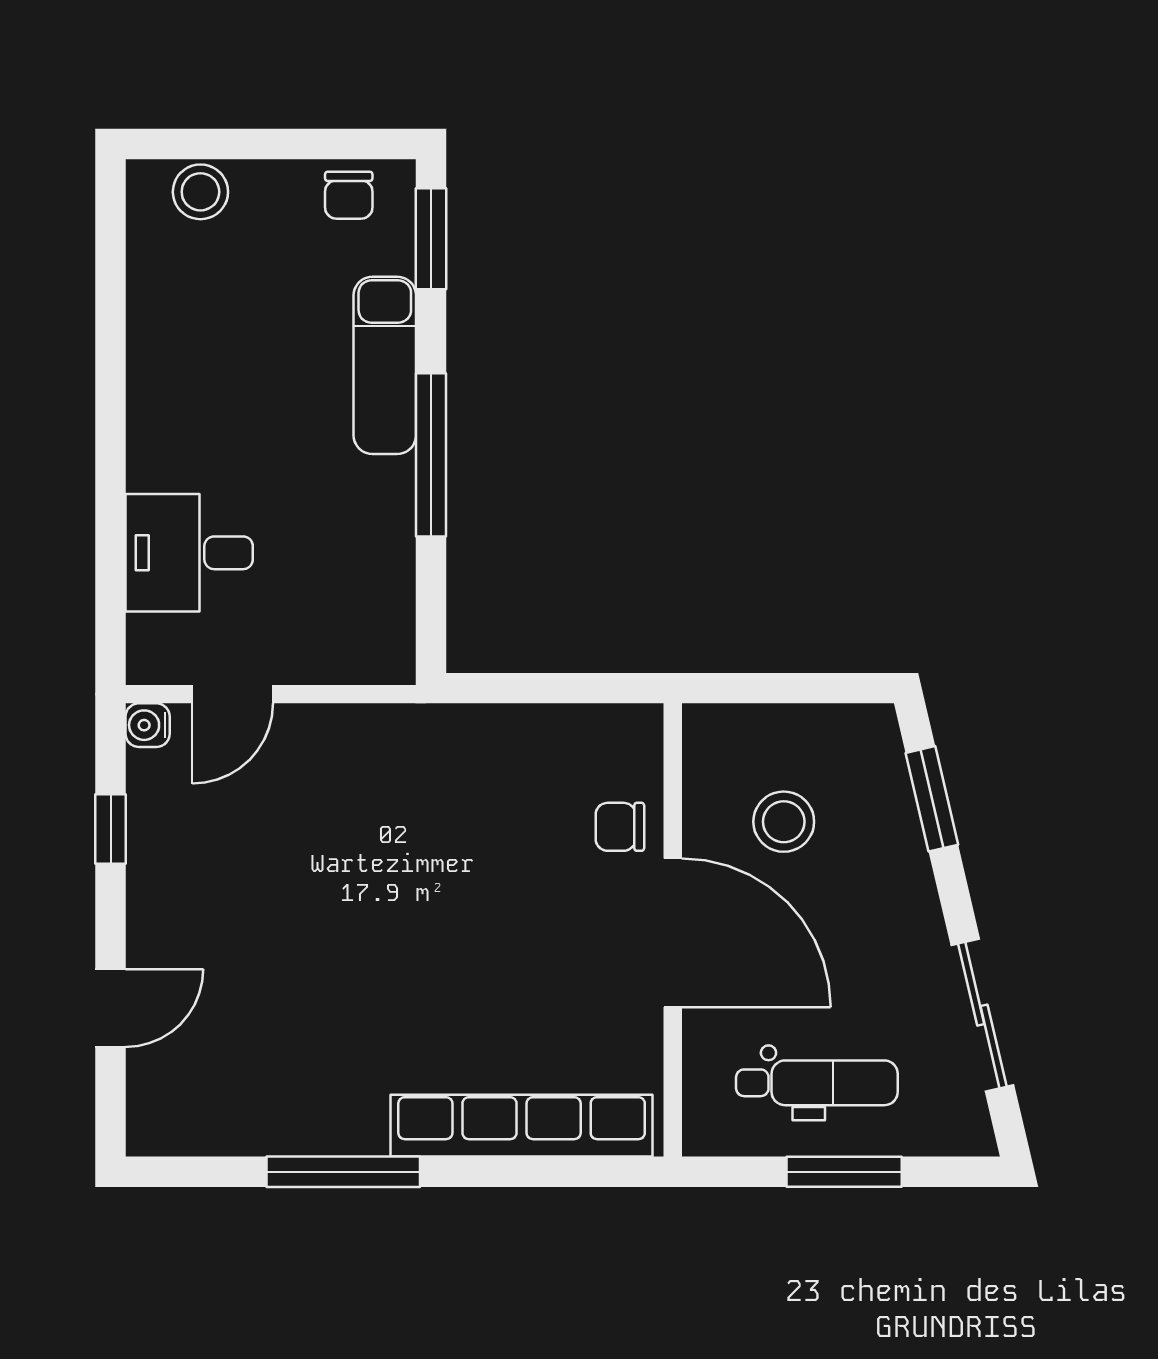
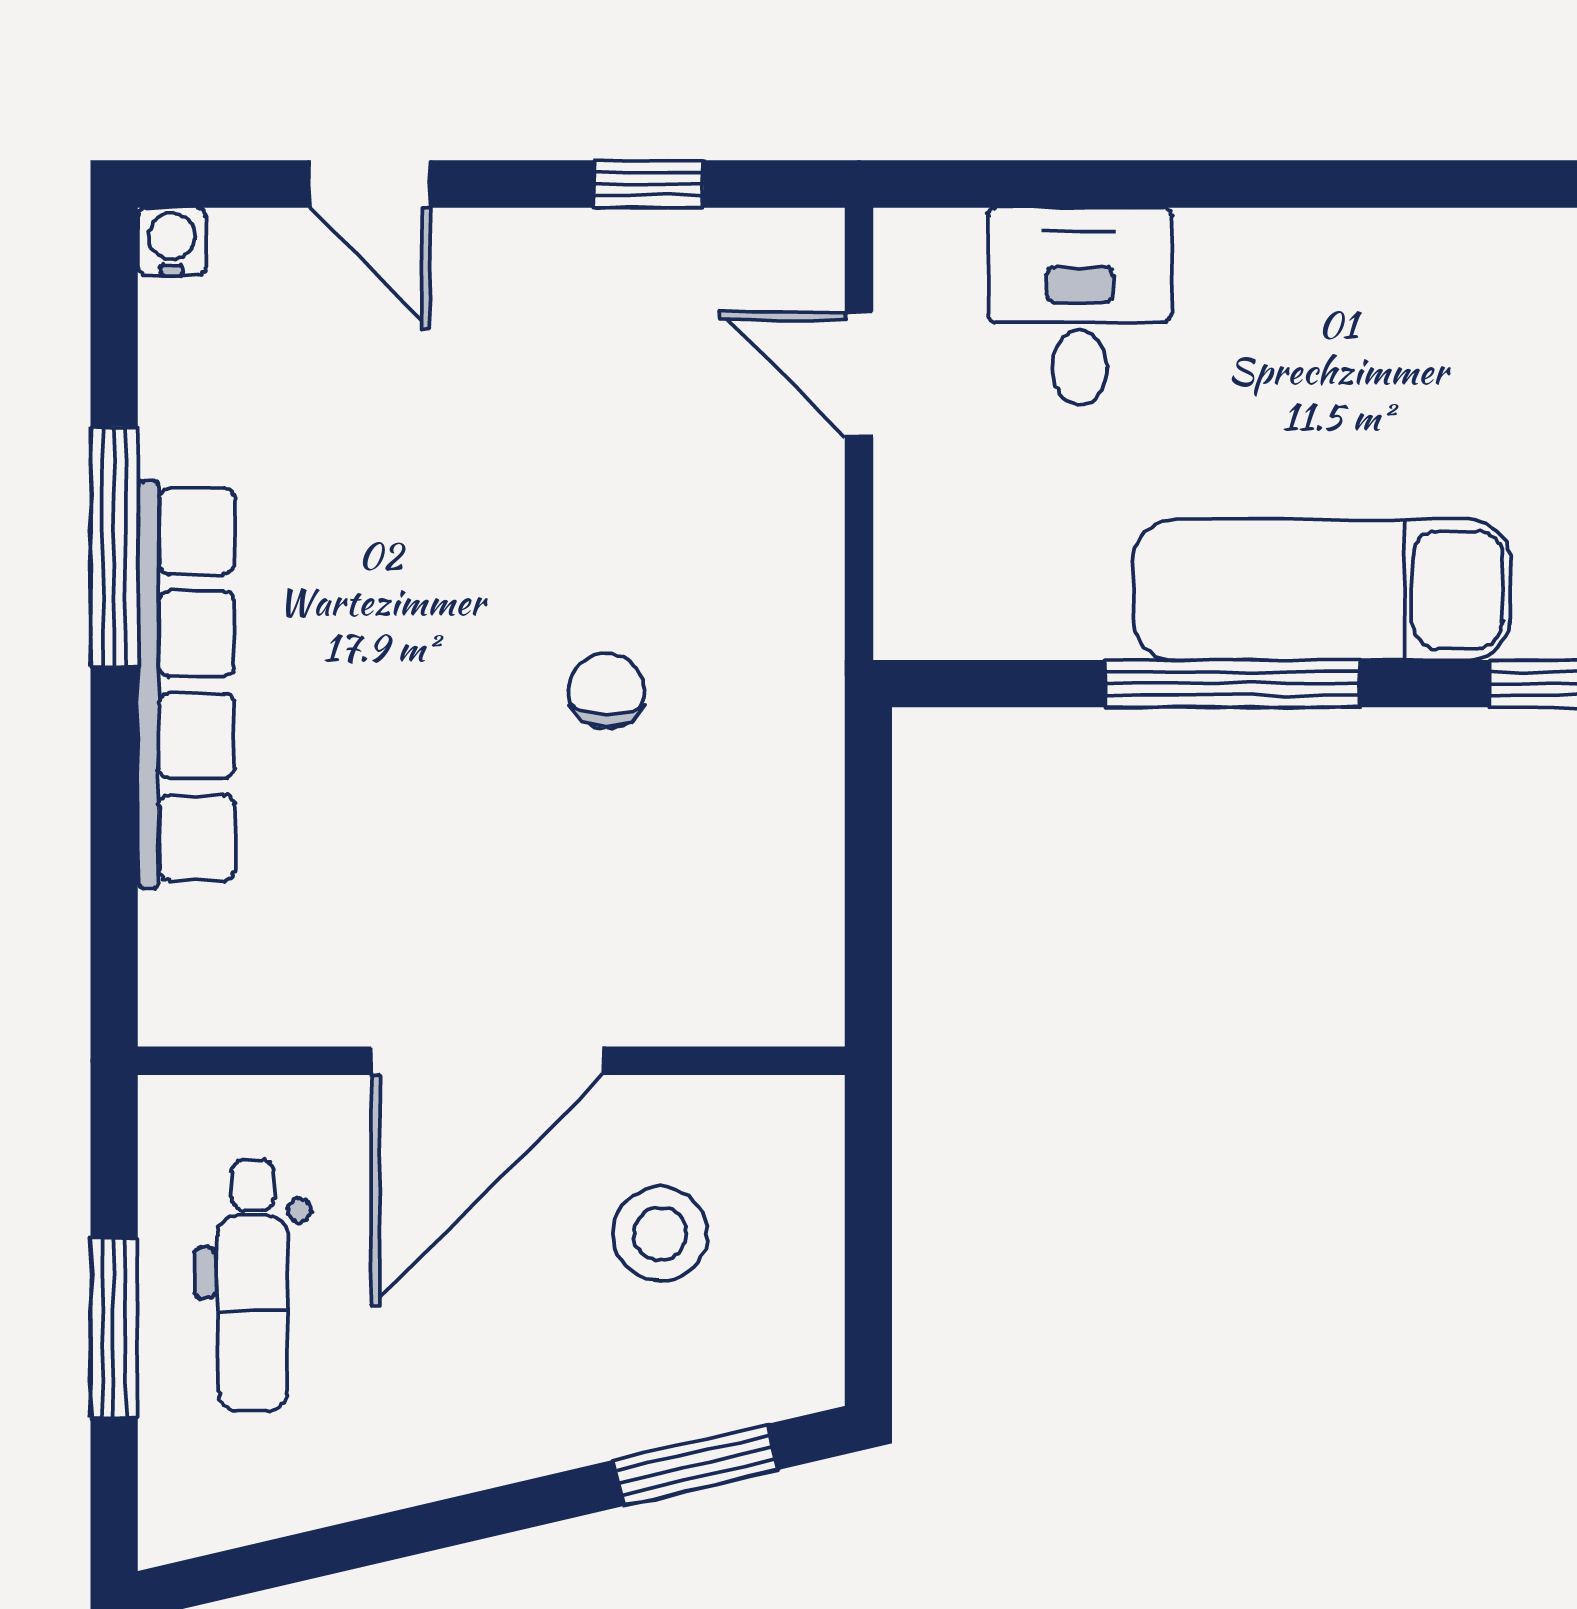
exam couch: (385, 365) -> (1322, 590), width x1.36, depth x1.45
water cooler: (148, 725) -> (172, 242), moved
chair: (620, 827) -> (606, 691), moved
sliding door: (982, 1015) -> (359, 1544), removed
row of seats: (522, 1126) -> (186, 685), moved

